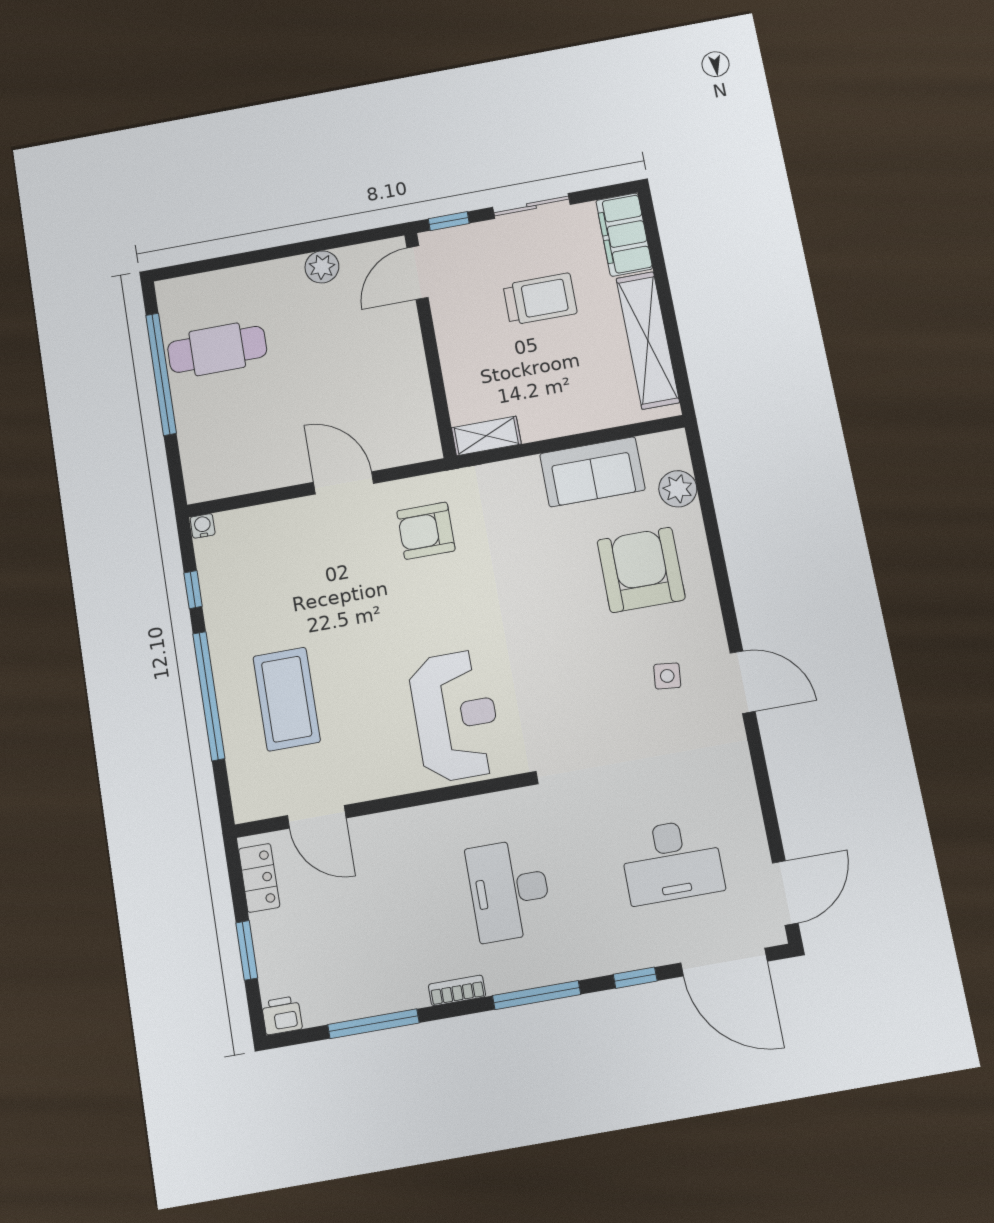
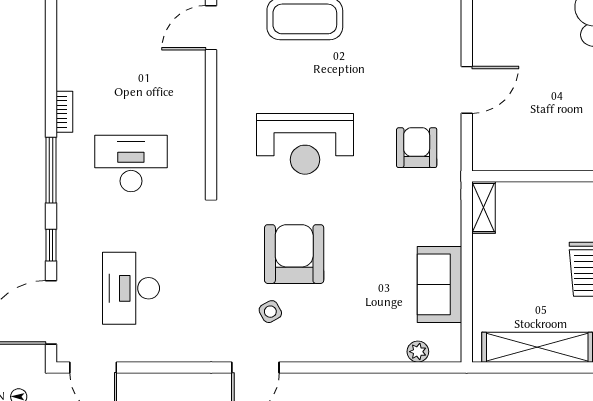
plant: (678, 489) -> (418, 352), width x0.73, depth x0.73
armchair: (641, 570) -> (294, 254), moved, turned -90
side table: (667, 676) -> (270, 312), turned -35
reception desk: (455, 716) -> (305, 144), moved
window: (373, 1024) -> (51, 46), removed

